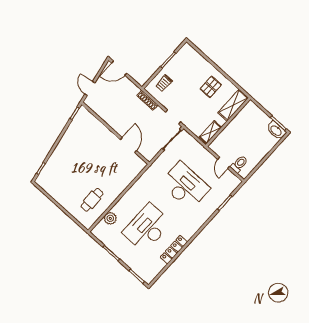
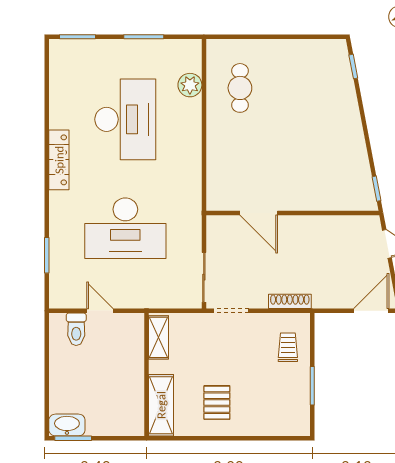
locker: (174, 250) -> (59, 160), moved

